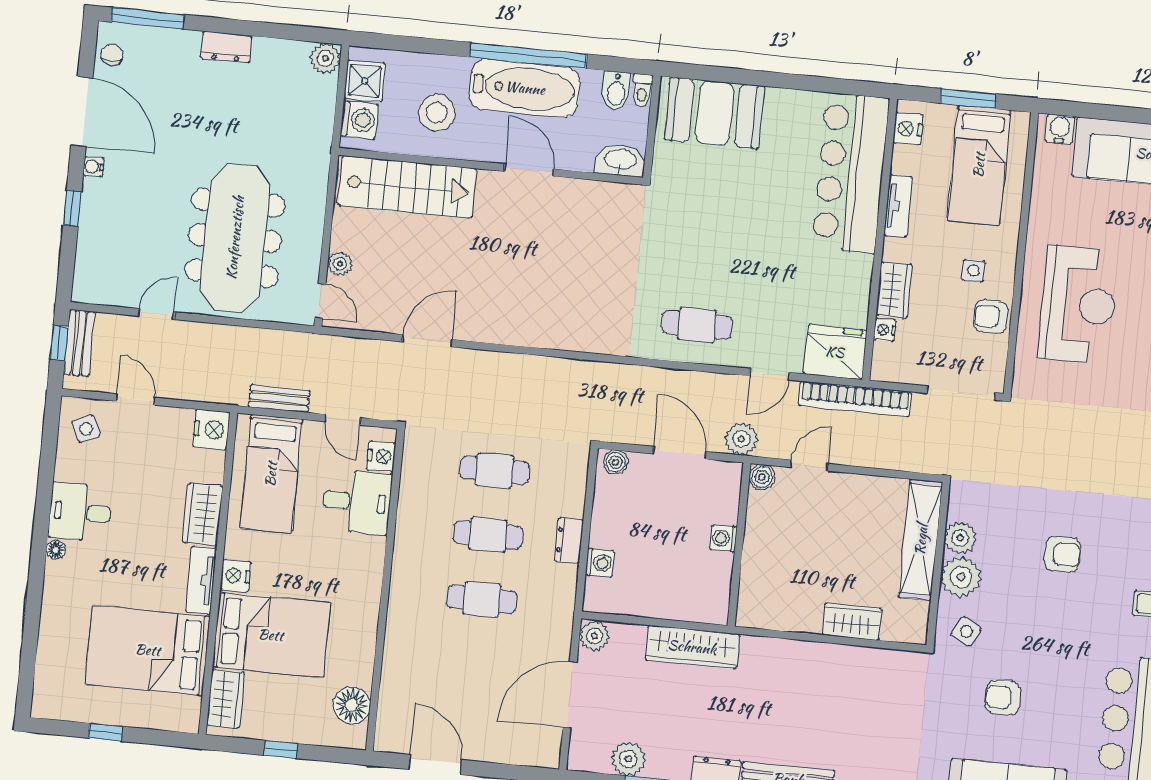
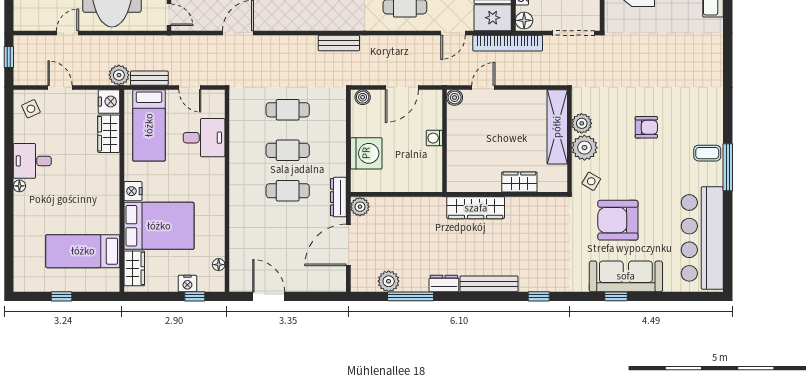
bench: (79, 343) -> (339, 43), moved, turned 90
floor lamp: (885, 365) -> (524, 20), added
plant: (741, 439) -> (119, 75), moved
door: (680, 453) -> (402, 87), swing flipped
nightstand: (381, 456) -> (187, 284), moved, turned 90
wardrobe: (203, 514) -> (109, 134), moved
dresser: (569, 540) -> (338, 197), moved, width x1.44
washing machine: (600, 563) -> (366, 153), width x1.89, depth x1.89
tv unit: (201, 580) -> (112, 196), removed
wardrobe: (692, 647) -> (476, 208), moved
bed: (148, 650) -> (83, 251), width x0.67
armchair: (1003, 698) -> (618, 220), width x1.88, depth x1.88
floor lamp: (352, 705) -> (219, 265), width x0.53, depth x0.53
window: (281, 749) -> (195, 296), moved

